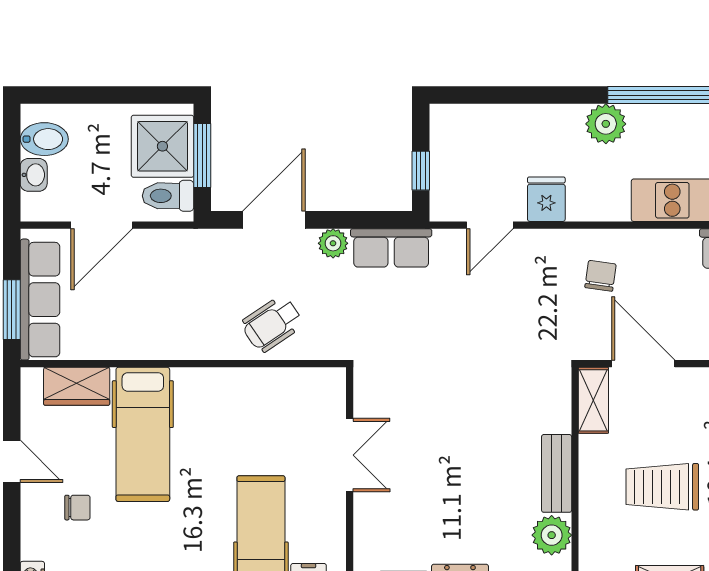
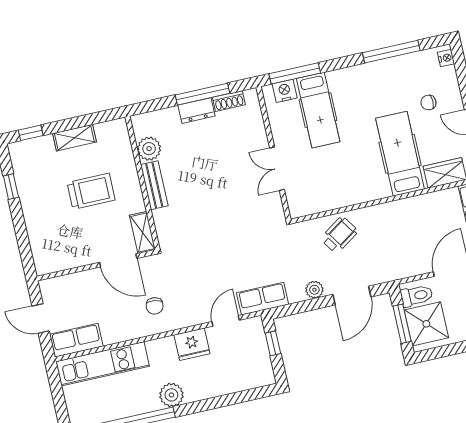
fridge: (546, 199) -> (192, 344), width x1.38
row of seats: (391, 248) -> (263, 299), moved

